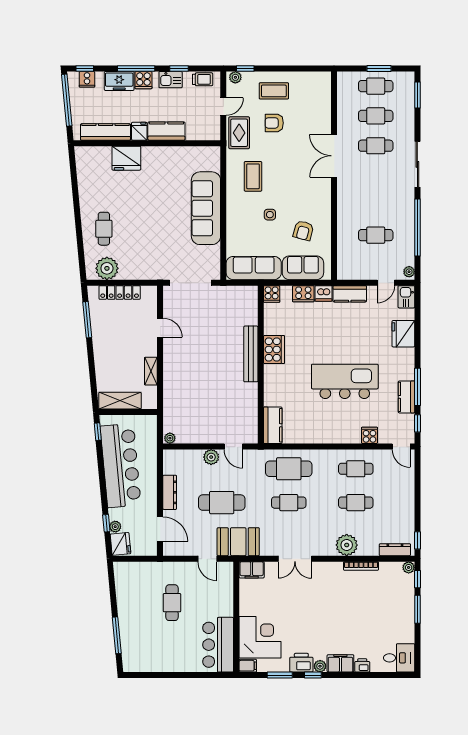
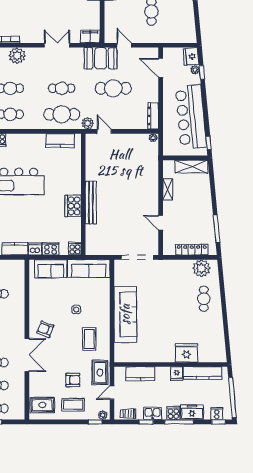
rug: (314, 90) -> (42, 405), added
kitchen counter: (166, 131) -> (140, 374), moved
armchair: (303, 231) -> (45, 329), moved, turned -84
kitchen counter: (273, 425) -> (60, 141), moved, turned -90
plant: (211, 457) -> (88, 123), moved
dresser: (170, 492) -> (153, 116), moved

